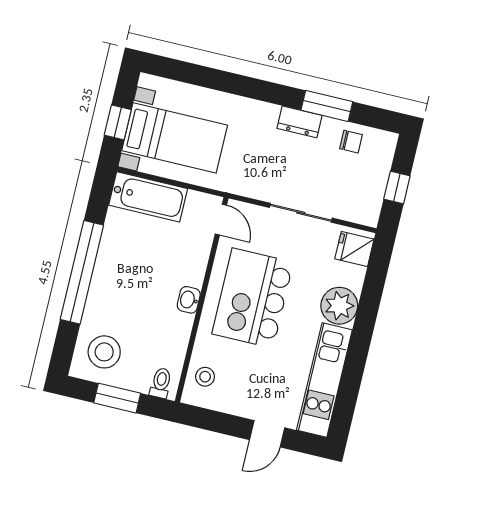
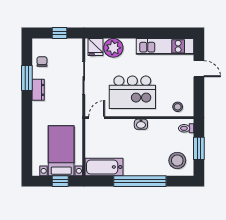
bathtub: (148, 197) -> (104, 167), moved, turned -90
plant: (339, 306) -> (113, 48), moved

